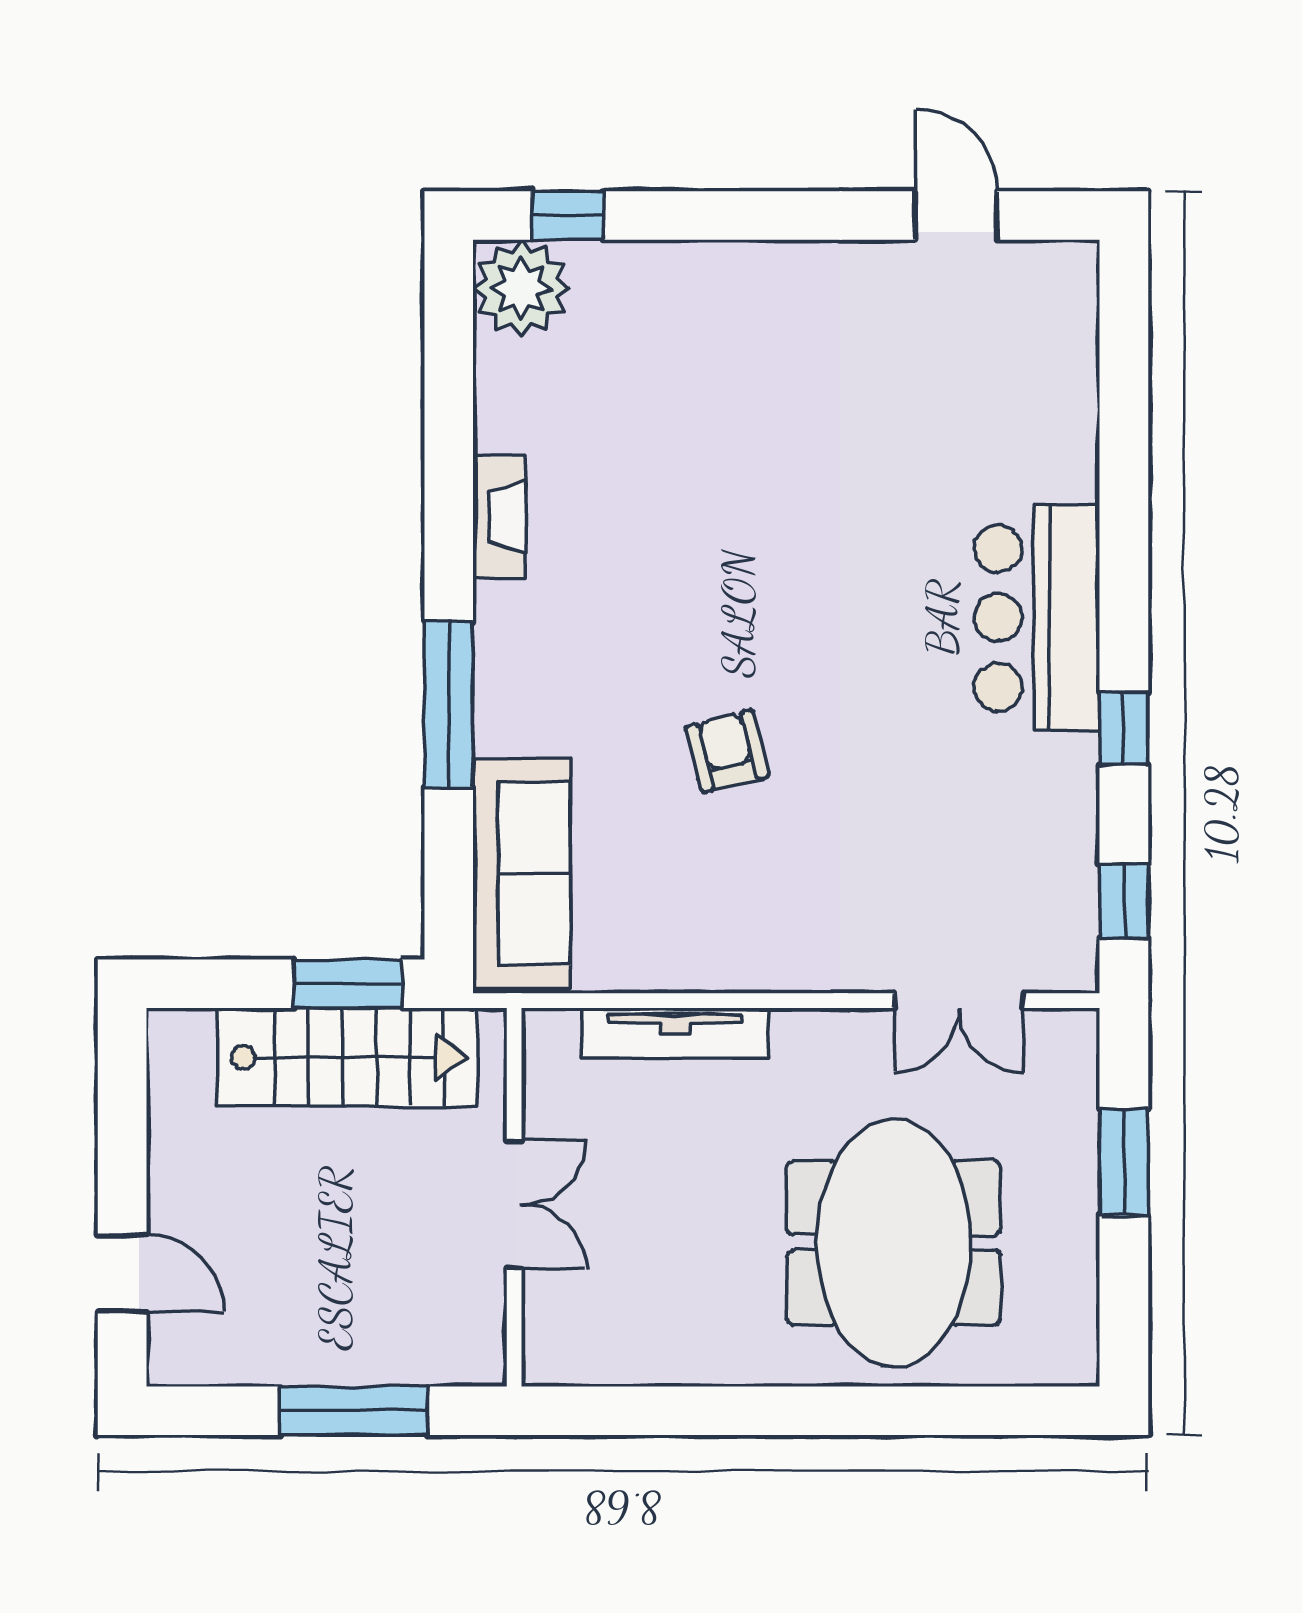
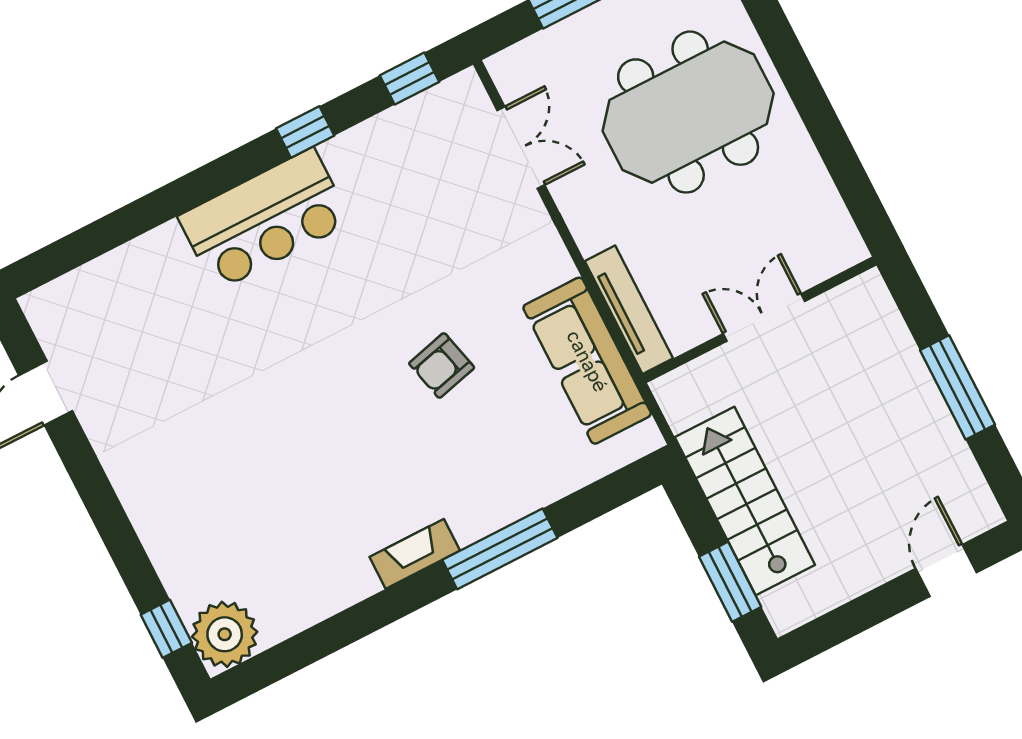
fireplace: (499, 517) -> (415, 554), moved
sofa: (522, 873) -> (587, 361), moved, turned -90
window: (348, 984) -> (730, 582), moved
wall: (514, 1197) -> (759, 320), moved
double door: (514, 1205) -> (764, 317), moved

